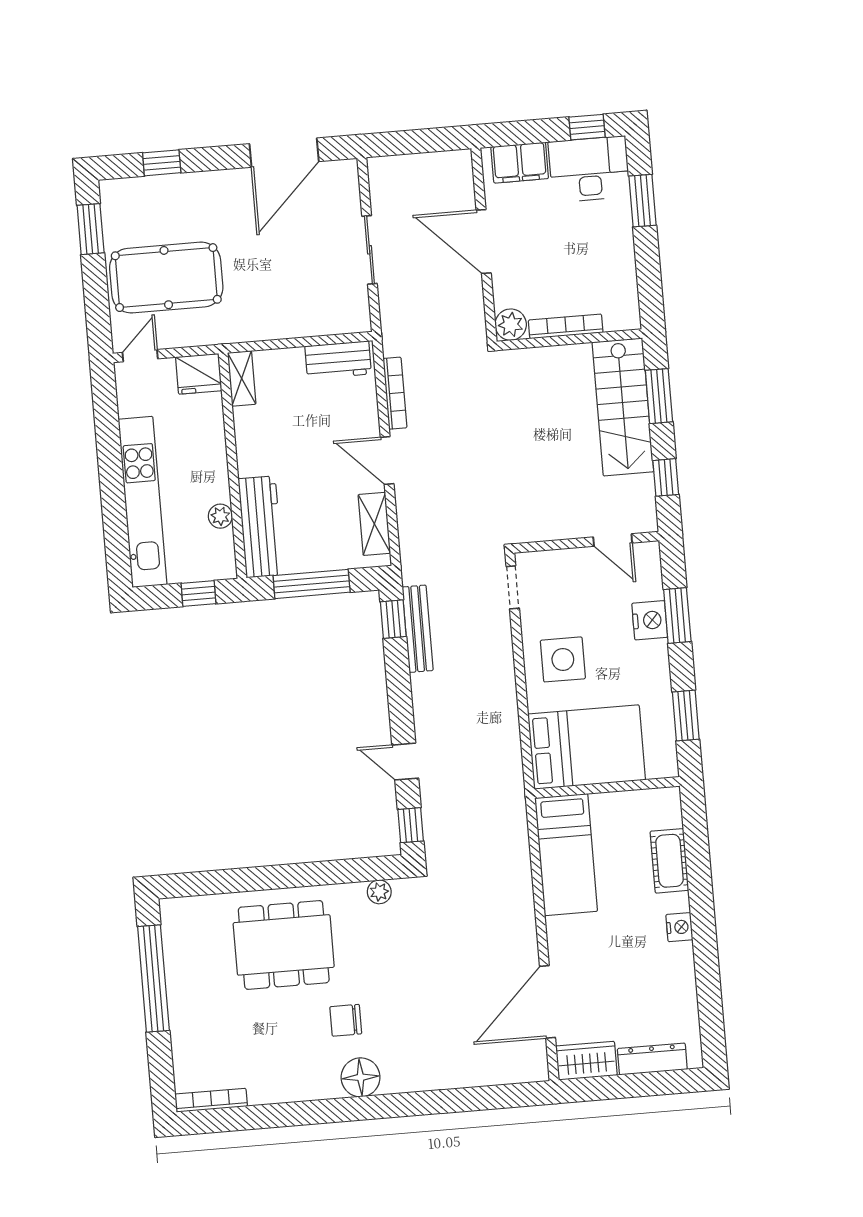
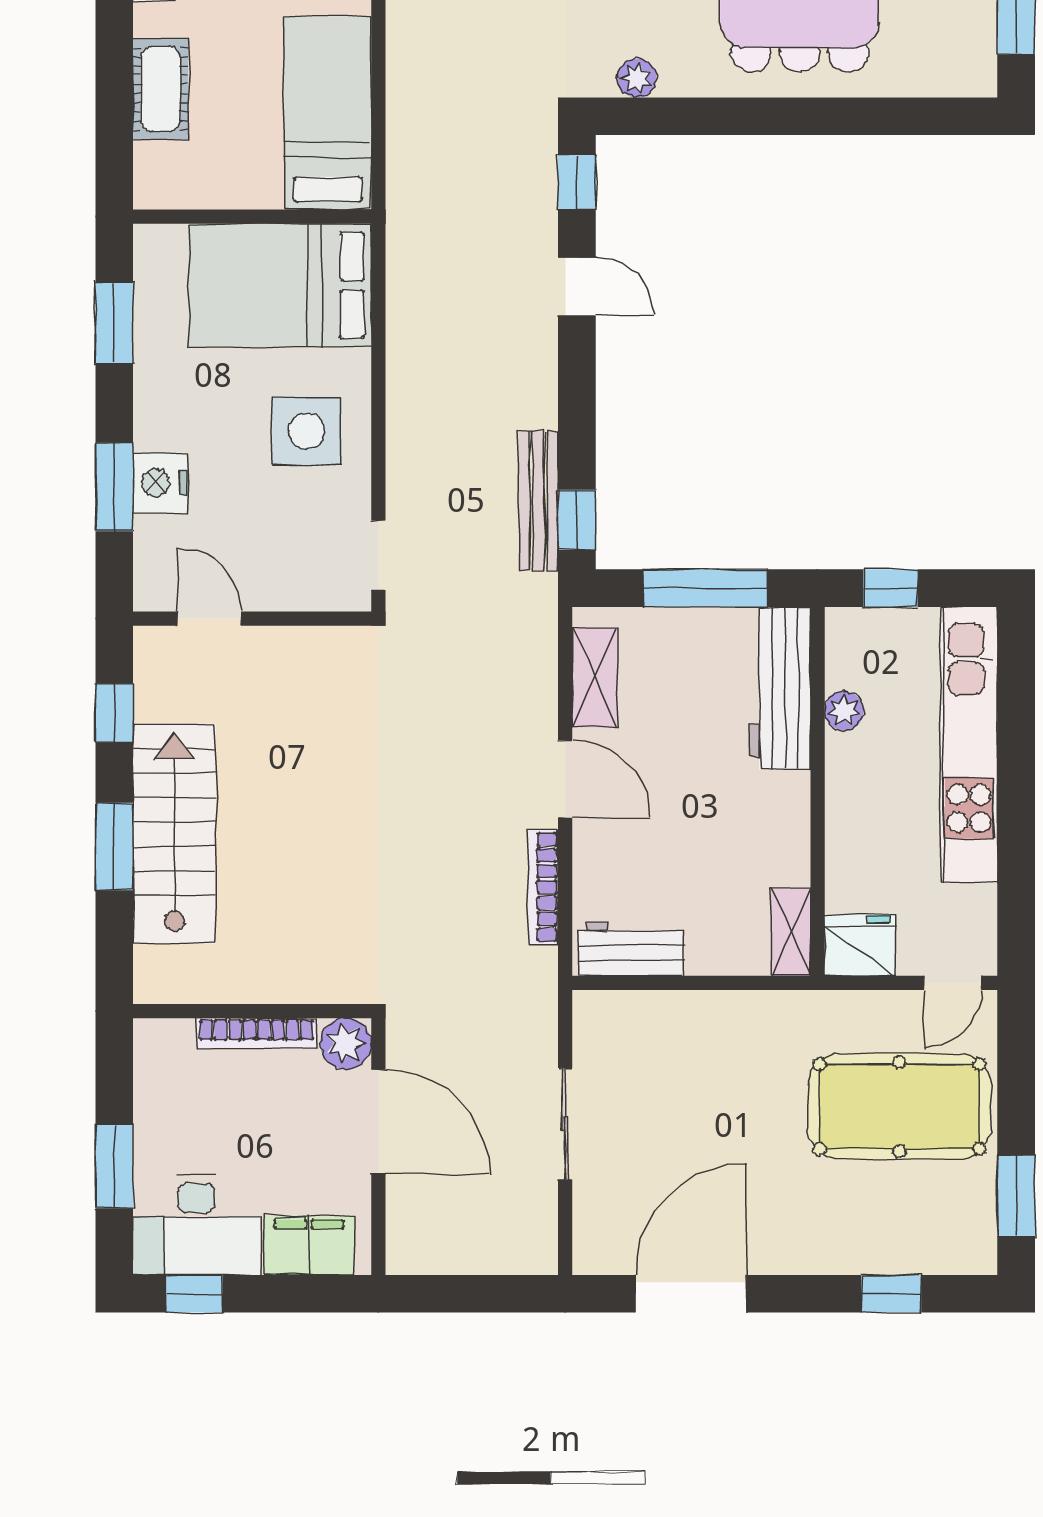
plant: (511, 325) -> (346, 1044), moved
bookcase: (566, 326) -> (256, 1033), moved
wall: (569, 340) -> (252, 1011), moved

